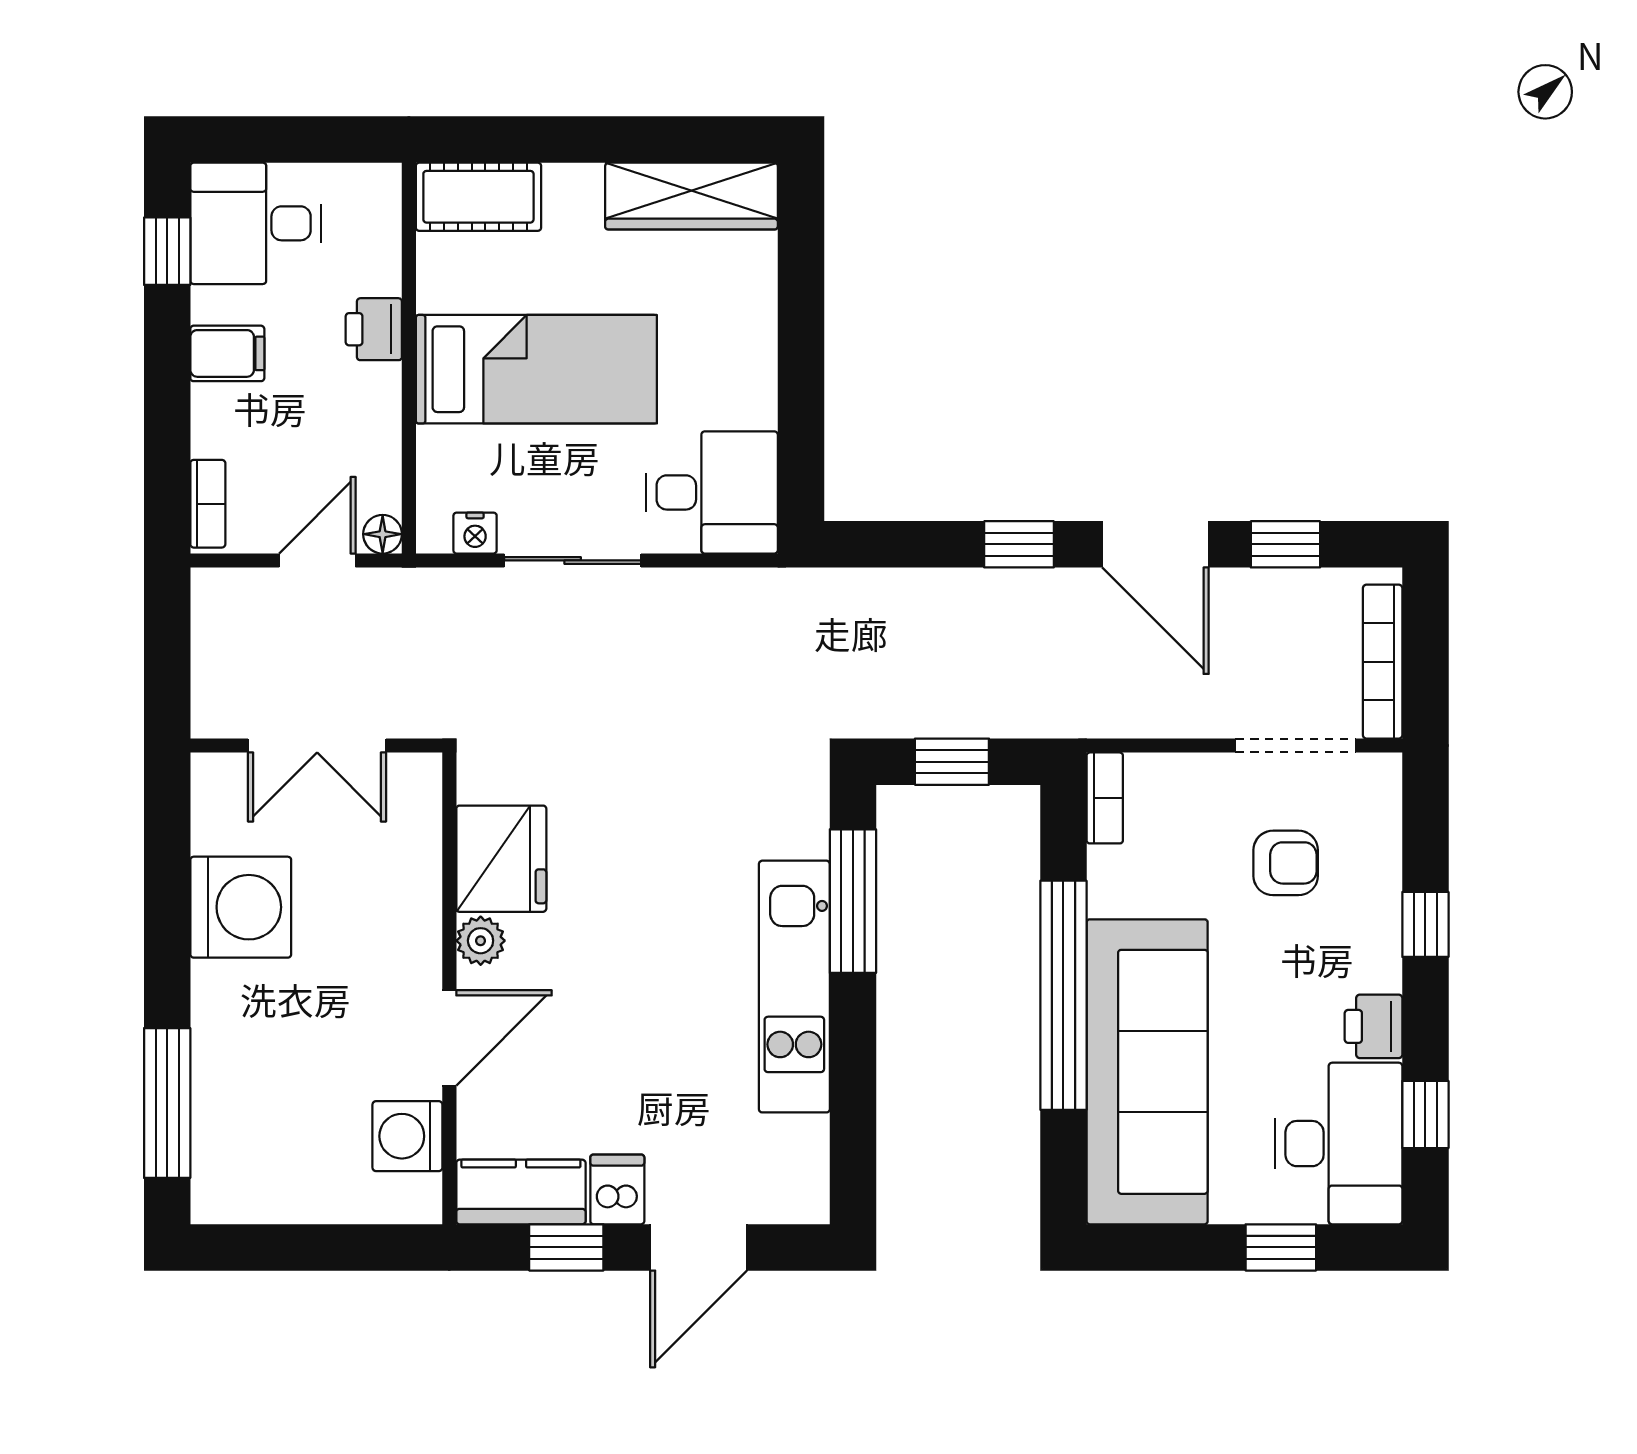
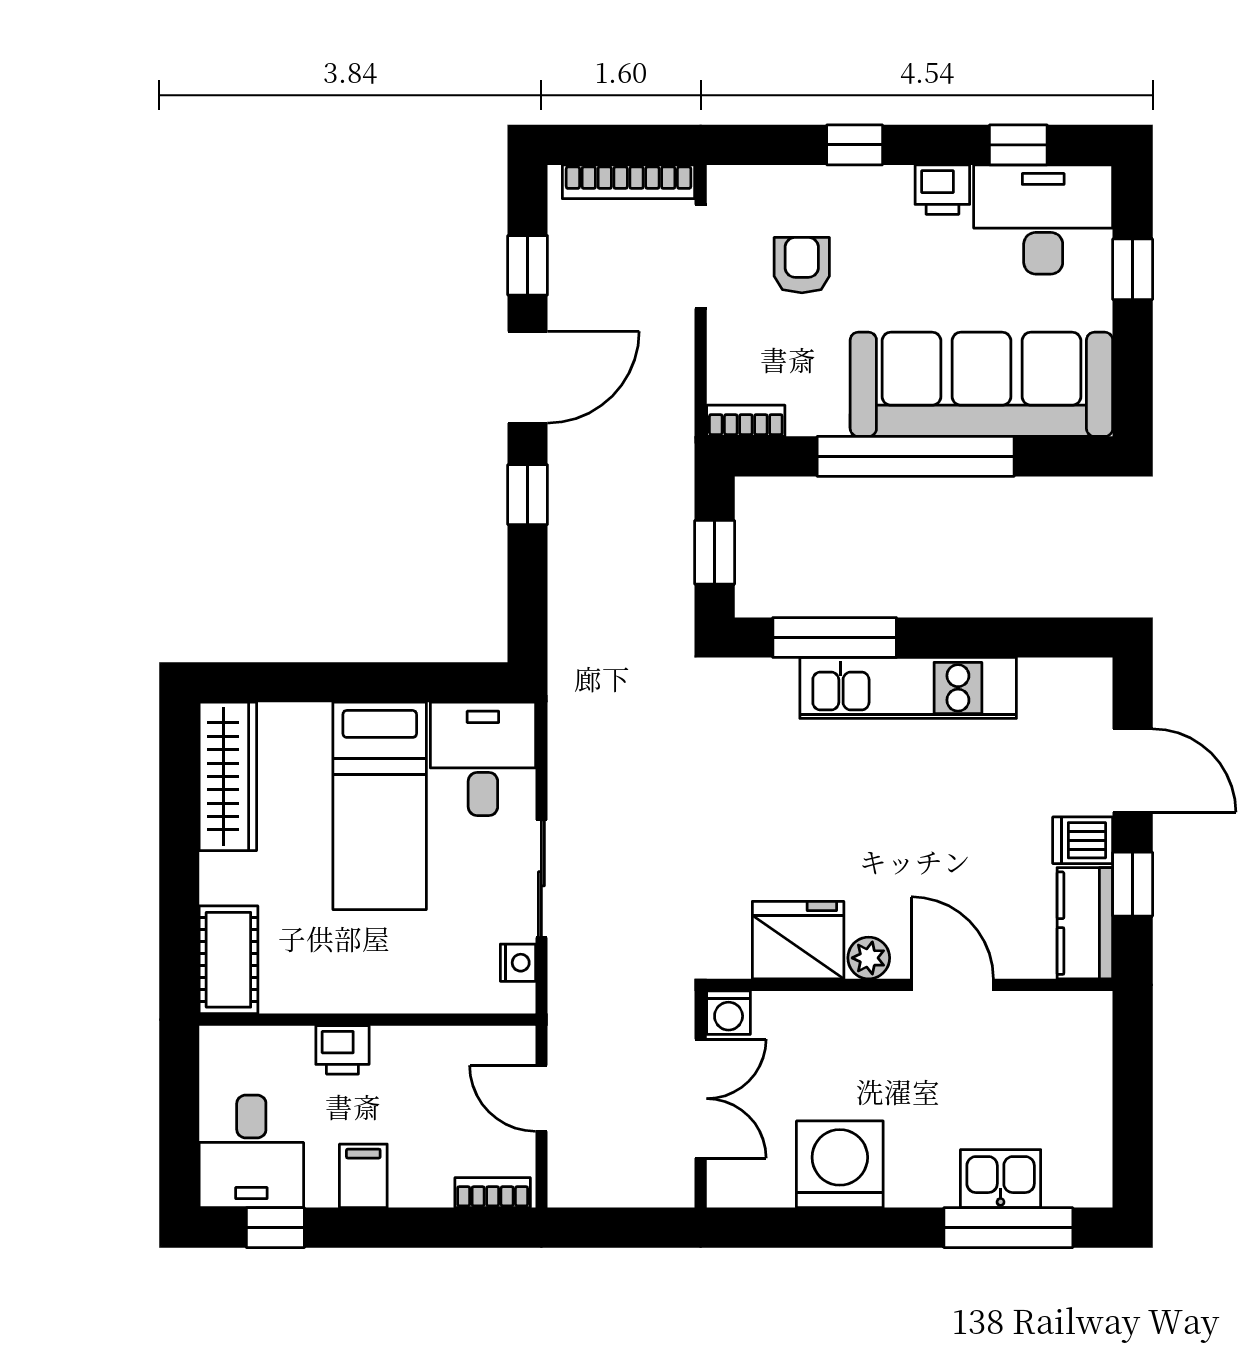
bed: (536, 369) -> (380, 806), moved, turned 180
floor lamp: (383, 534) -> (519, 1042), removed
kitchen sink: (224, 1094) -> (1001, 1179), added
washing machine: (407, 1136) -> (729, 1013), moved, width x0.73, depth x0.73

